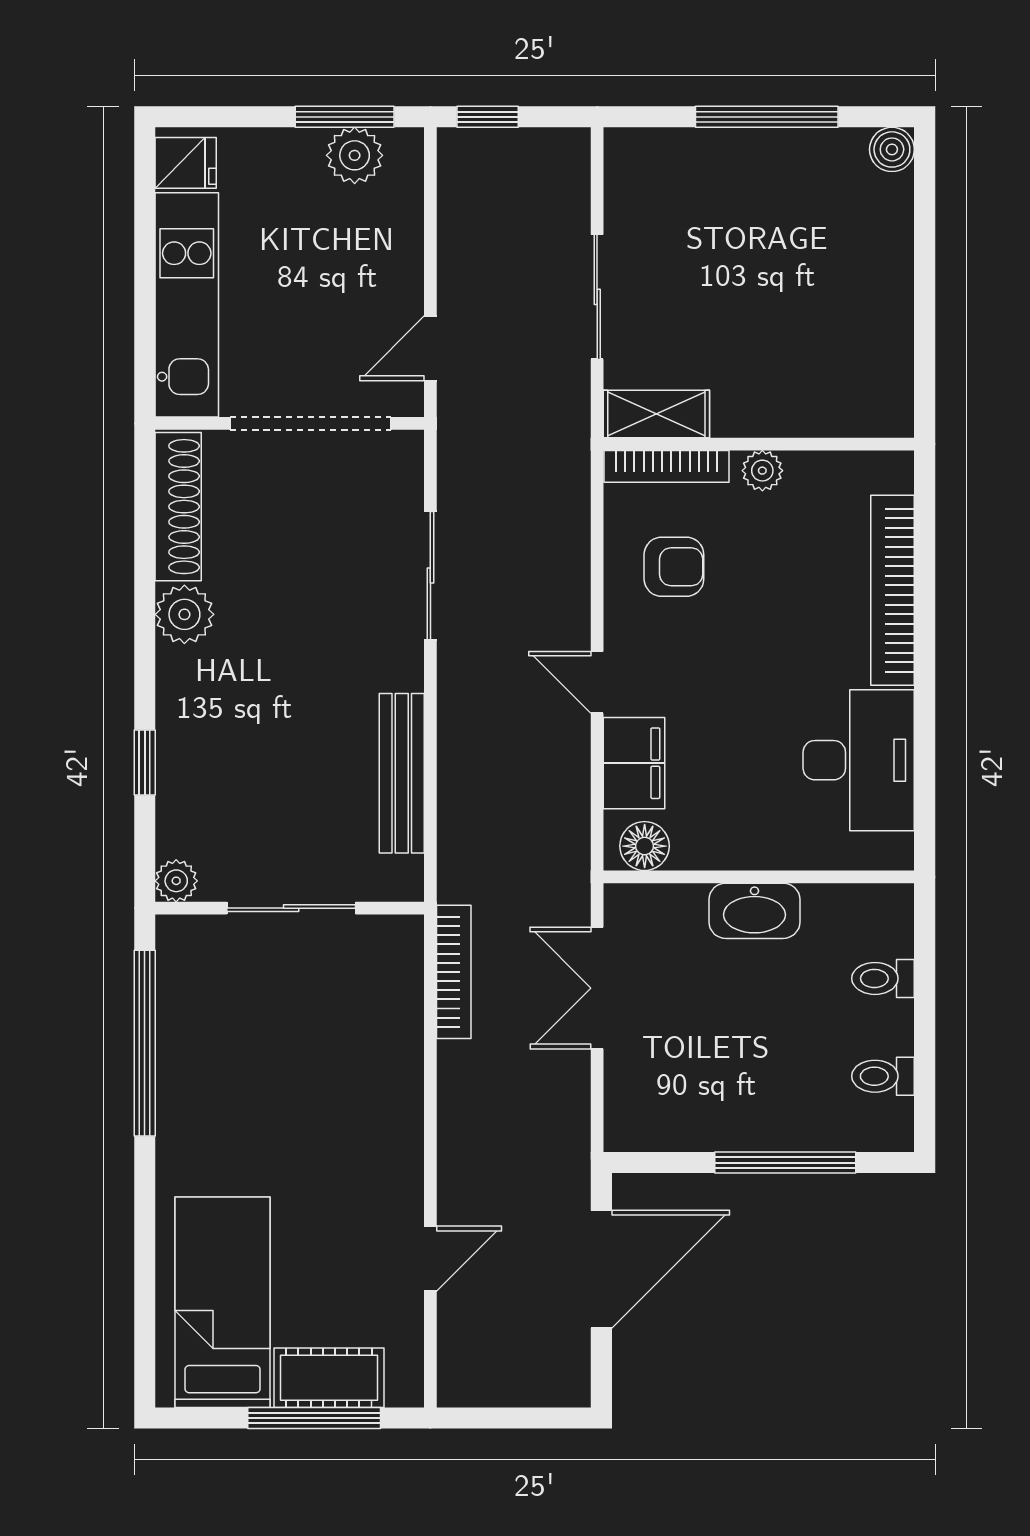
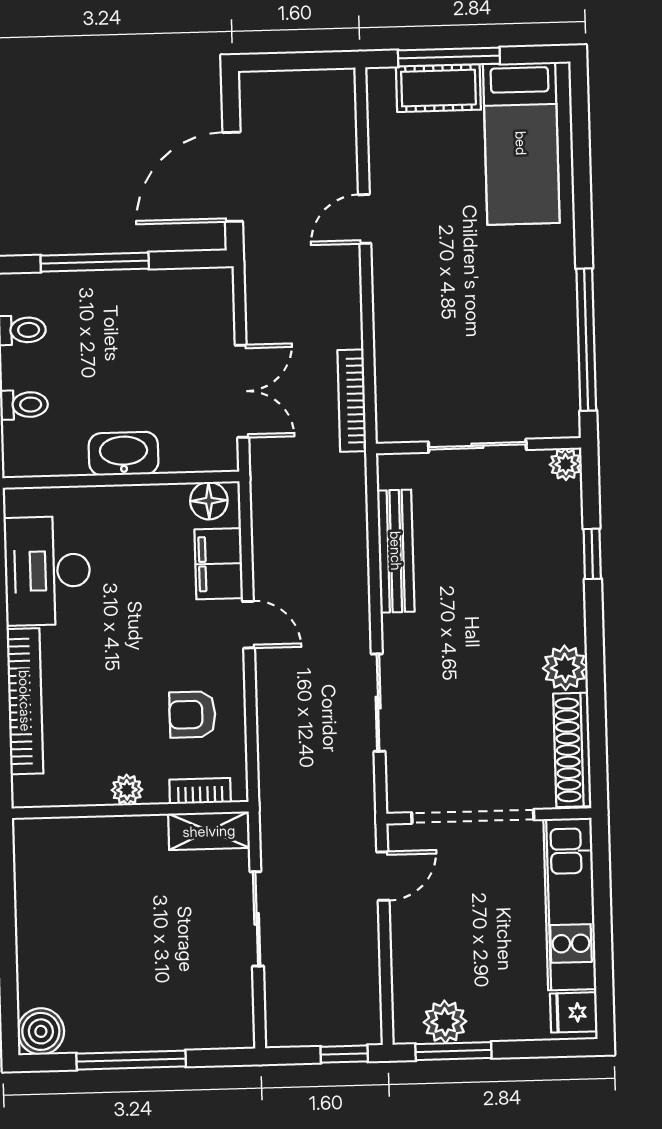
boiler: (892, 149) -> (41, 1031), width x1.36, depth x1.36
bookcase: (667, 466) -> (200, 791), width x0.64
door: (430, 1259) -> (365, 219), moved

